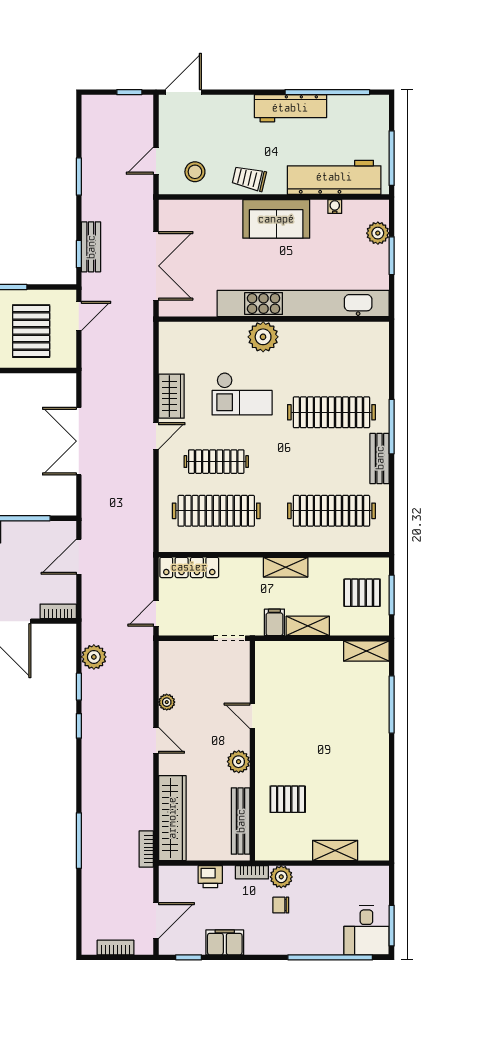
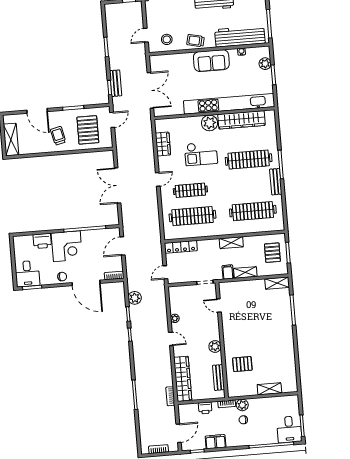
wardrobe: (324, 336) -> (241, 120), added
wardrobe: (171, 396) -> (163, 144), moved
pallet: (362, 593) -> (272, 253), turned 90
door: (252, 716) -> (219, 306), moved
bench: (241, 821) -> (219, 377), width x0.73

